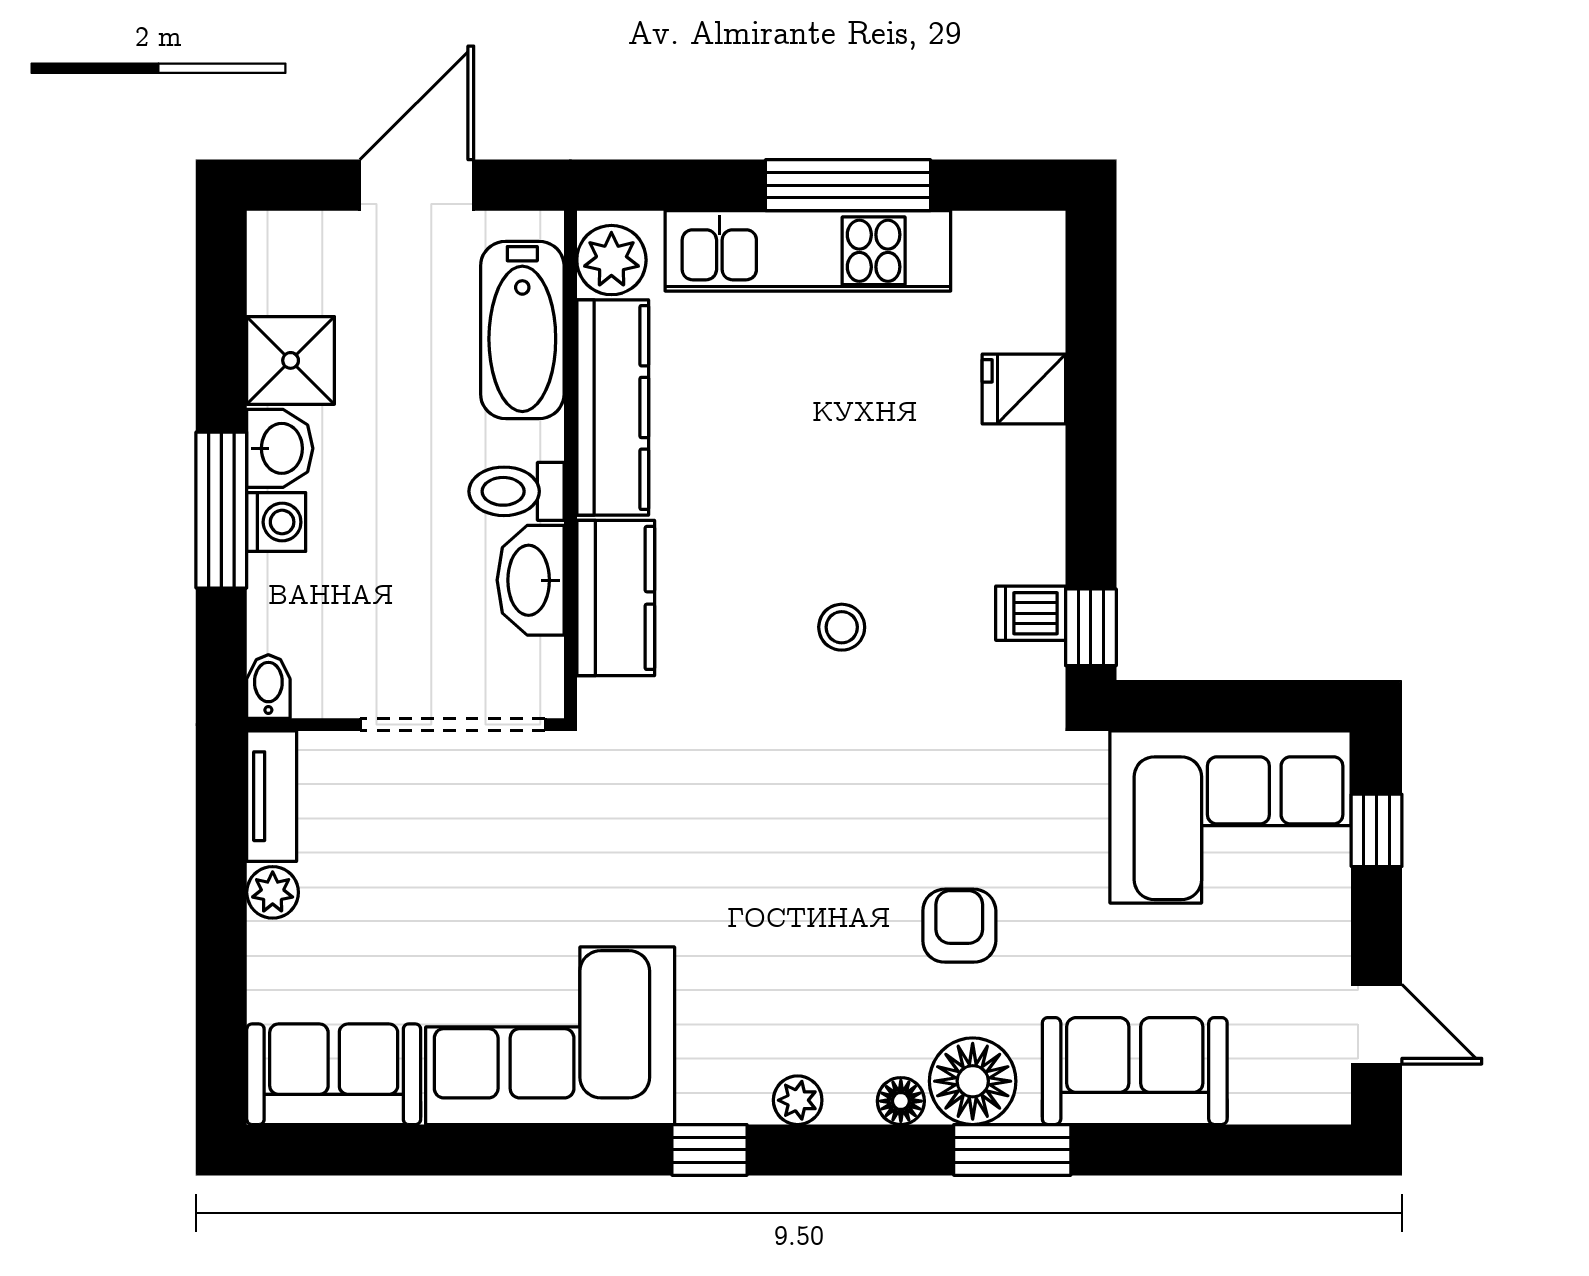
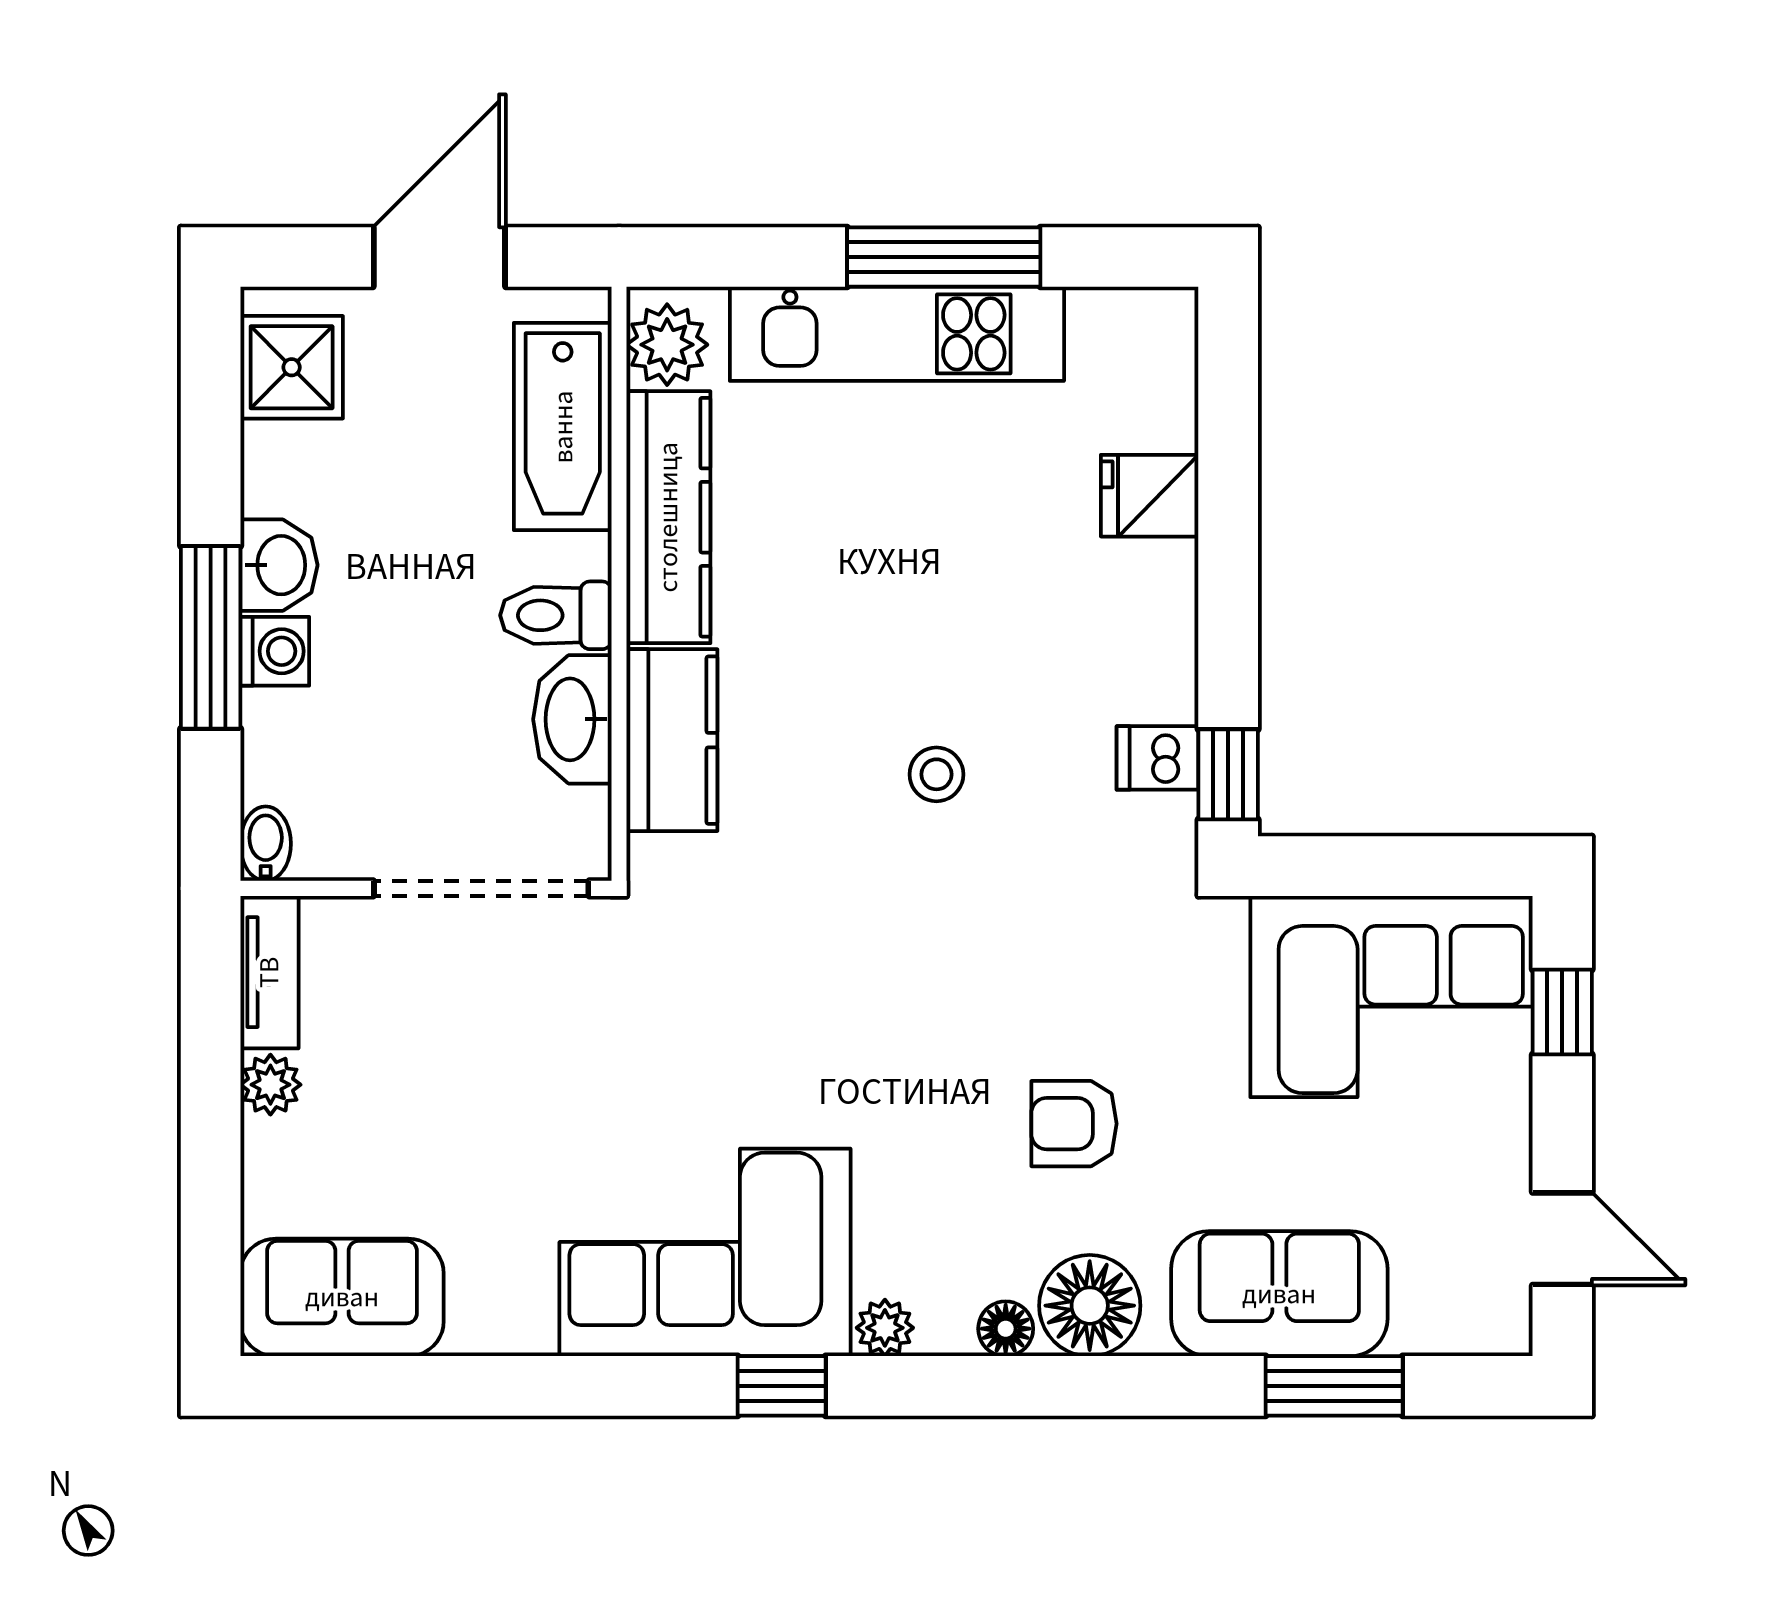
shower: (291, 360) -> (292, 367), moved
armchair: (959, 926) -> (1074, 1124), turned -90
corner sofa: (550, 1036) -> (705, 1252), moved
window: (1012, 1150) -> (1334, 1386), moved

